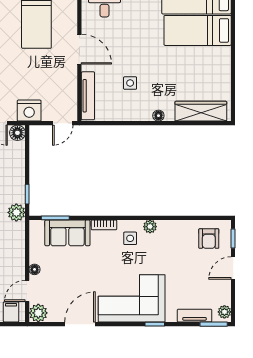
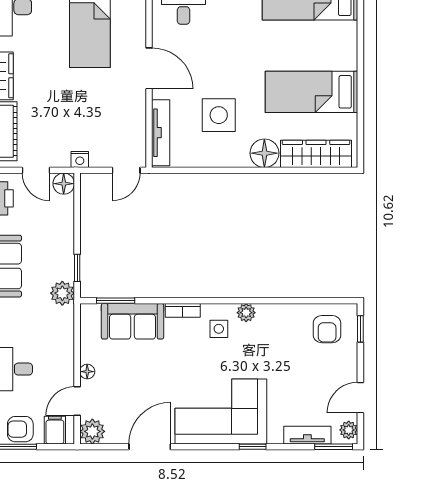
bed: (198, 30) -> (312, 92), moved
side table: (130, 83) -> (219, 115), width x1.87, depth x1.87
nightstand: (29, 111) -> (80, 159), width x0.53, depth x0.56
floor lamp: (158, 116) -> (264, 153), width x1.89, depth x1.89
door: (233, 268) -> (360, 398), moved

